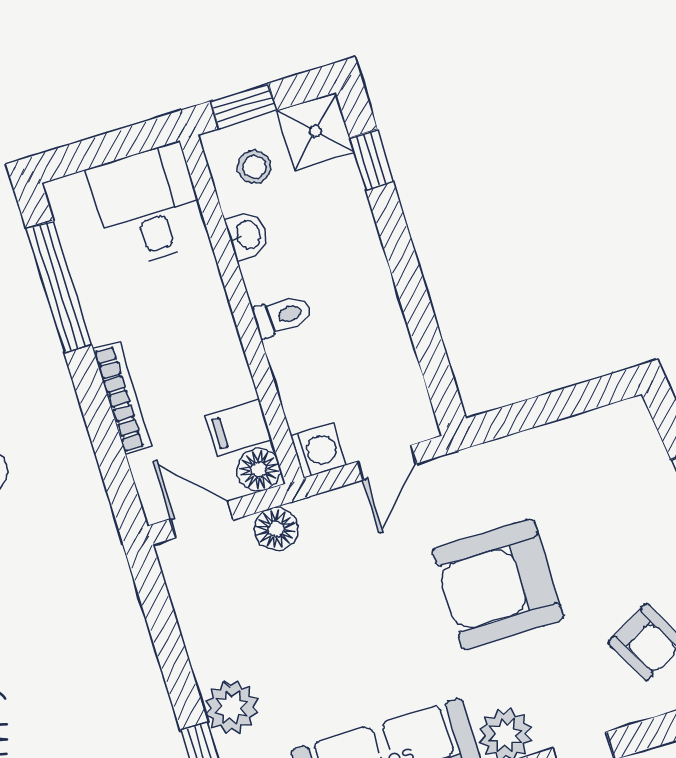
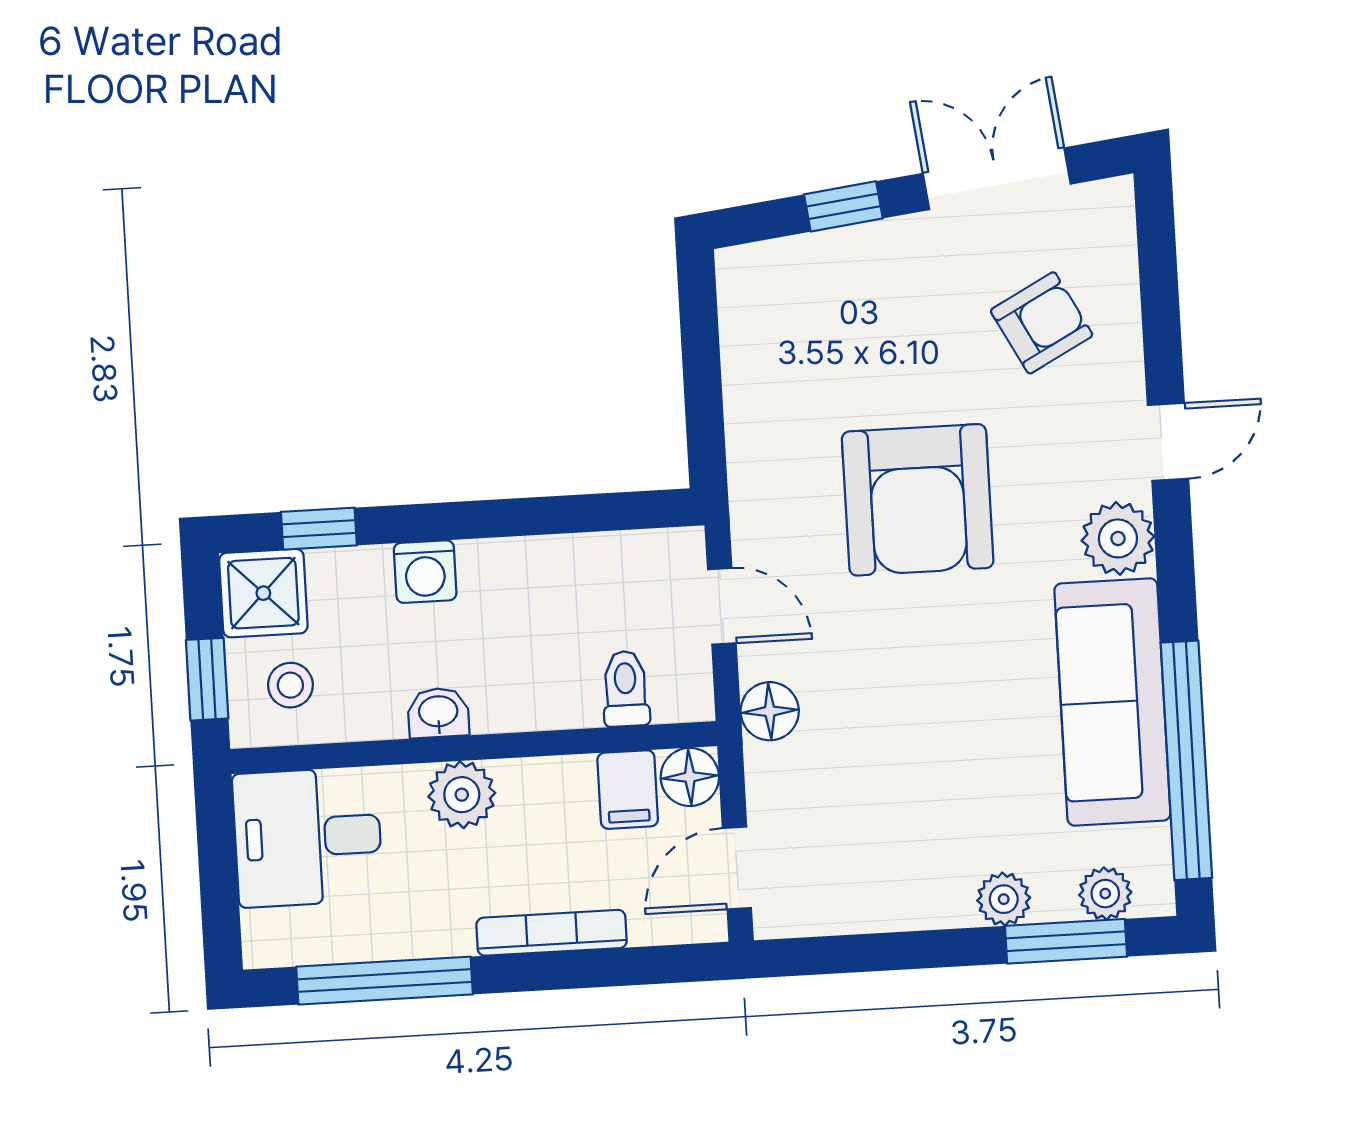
washbasin: (247, 235) -> (438, 713), moved
plant: (206, 309) -> (462, 795), added
toilet: (282, 316) -> (626, 689), moved
washing machine: (318, 451) -> (425, 572), moved, turned 180
floor lamp: (276, 529) -> (770, 711), moved
plant: (231, 707) -> (1004, 899), width x0.73, depth x0.73

